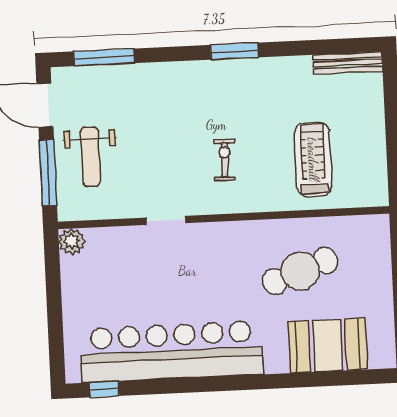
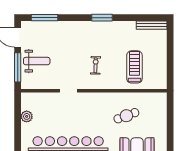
weight bench: (91, 157) -> (37, 61), turned -90
plant: (72, 242) -> (27, 116), moved
cafe table: (300, 271) -> (126, 116), width x0.73, depth x0.74

